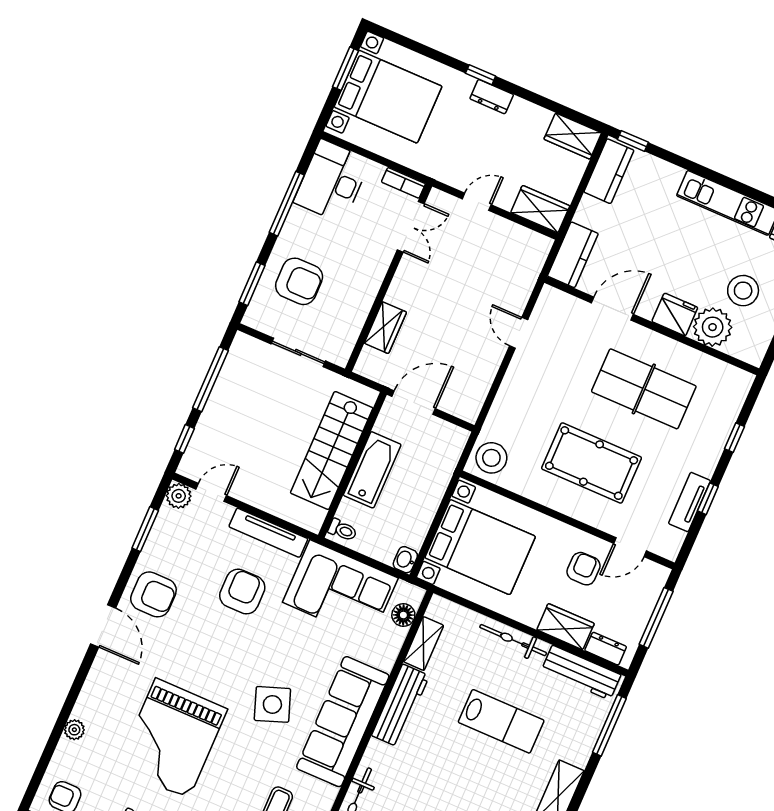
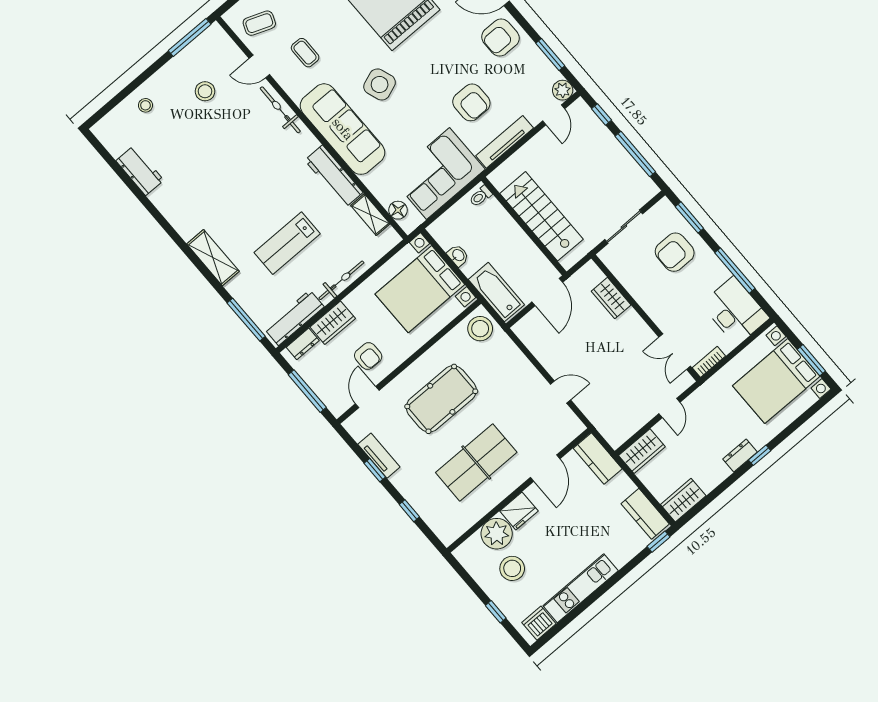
bathtub: (372, 470) -> (496, 292), moved, turned 180
washbasin: (405, 560) -> (458, 255), moved

